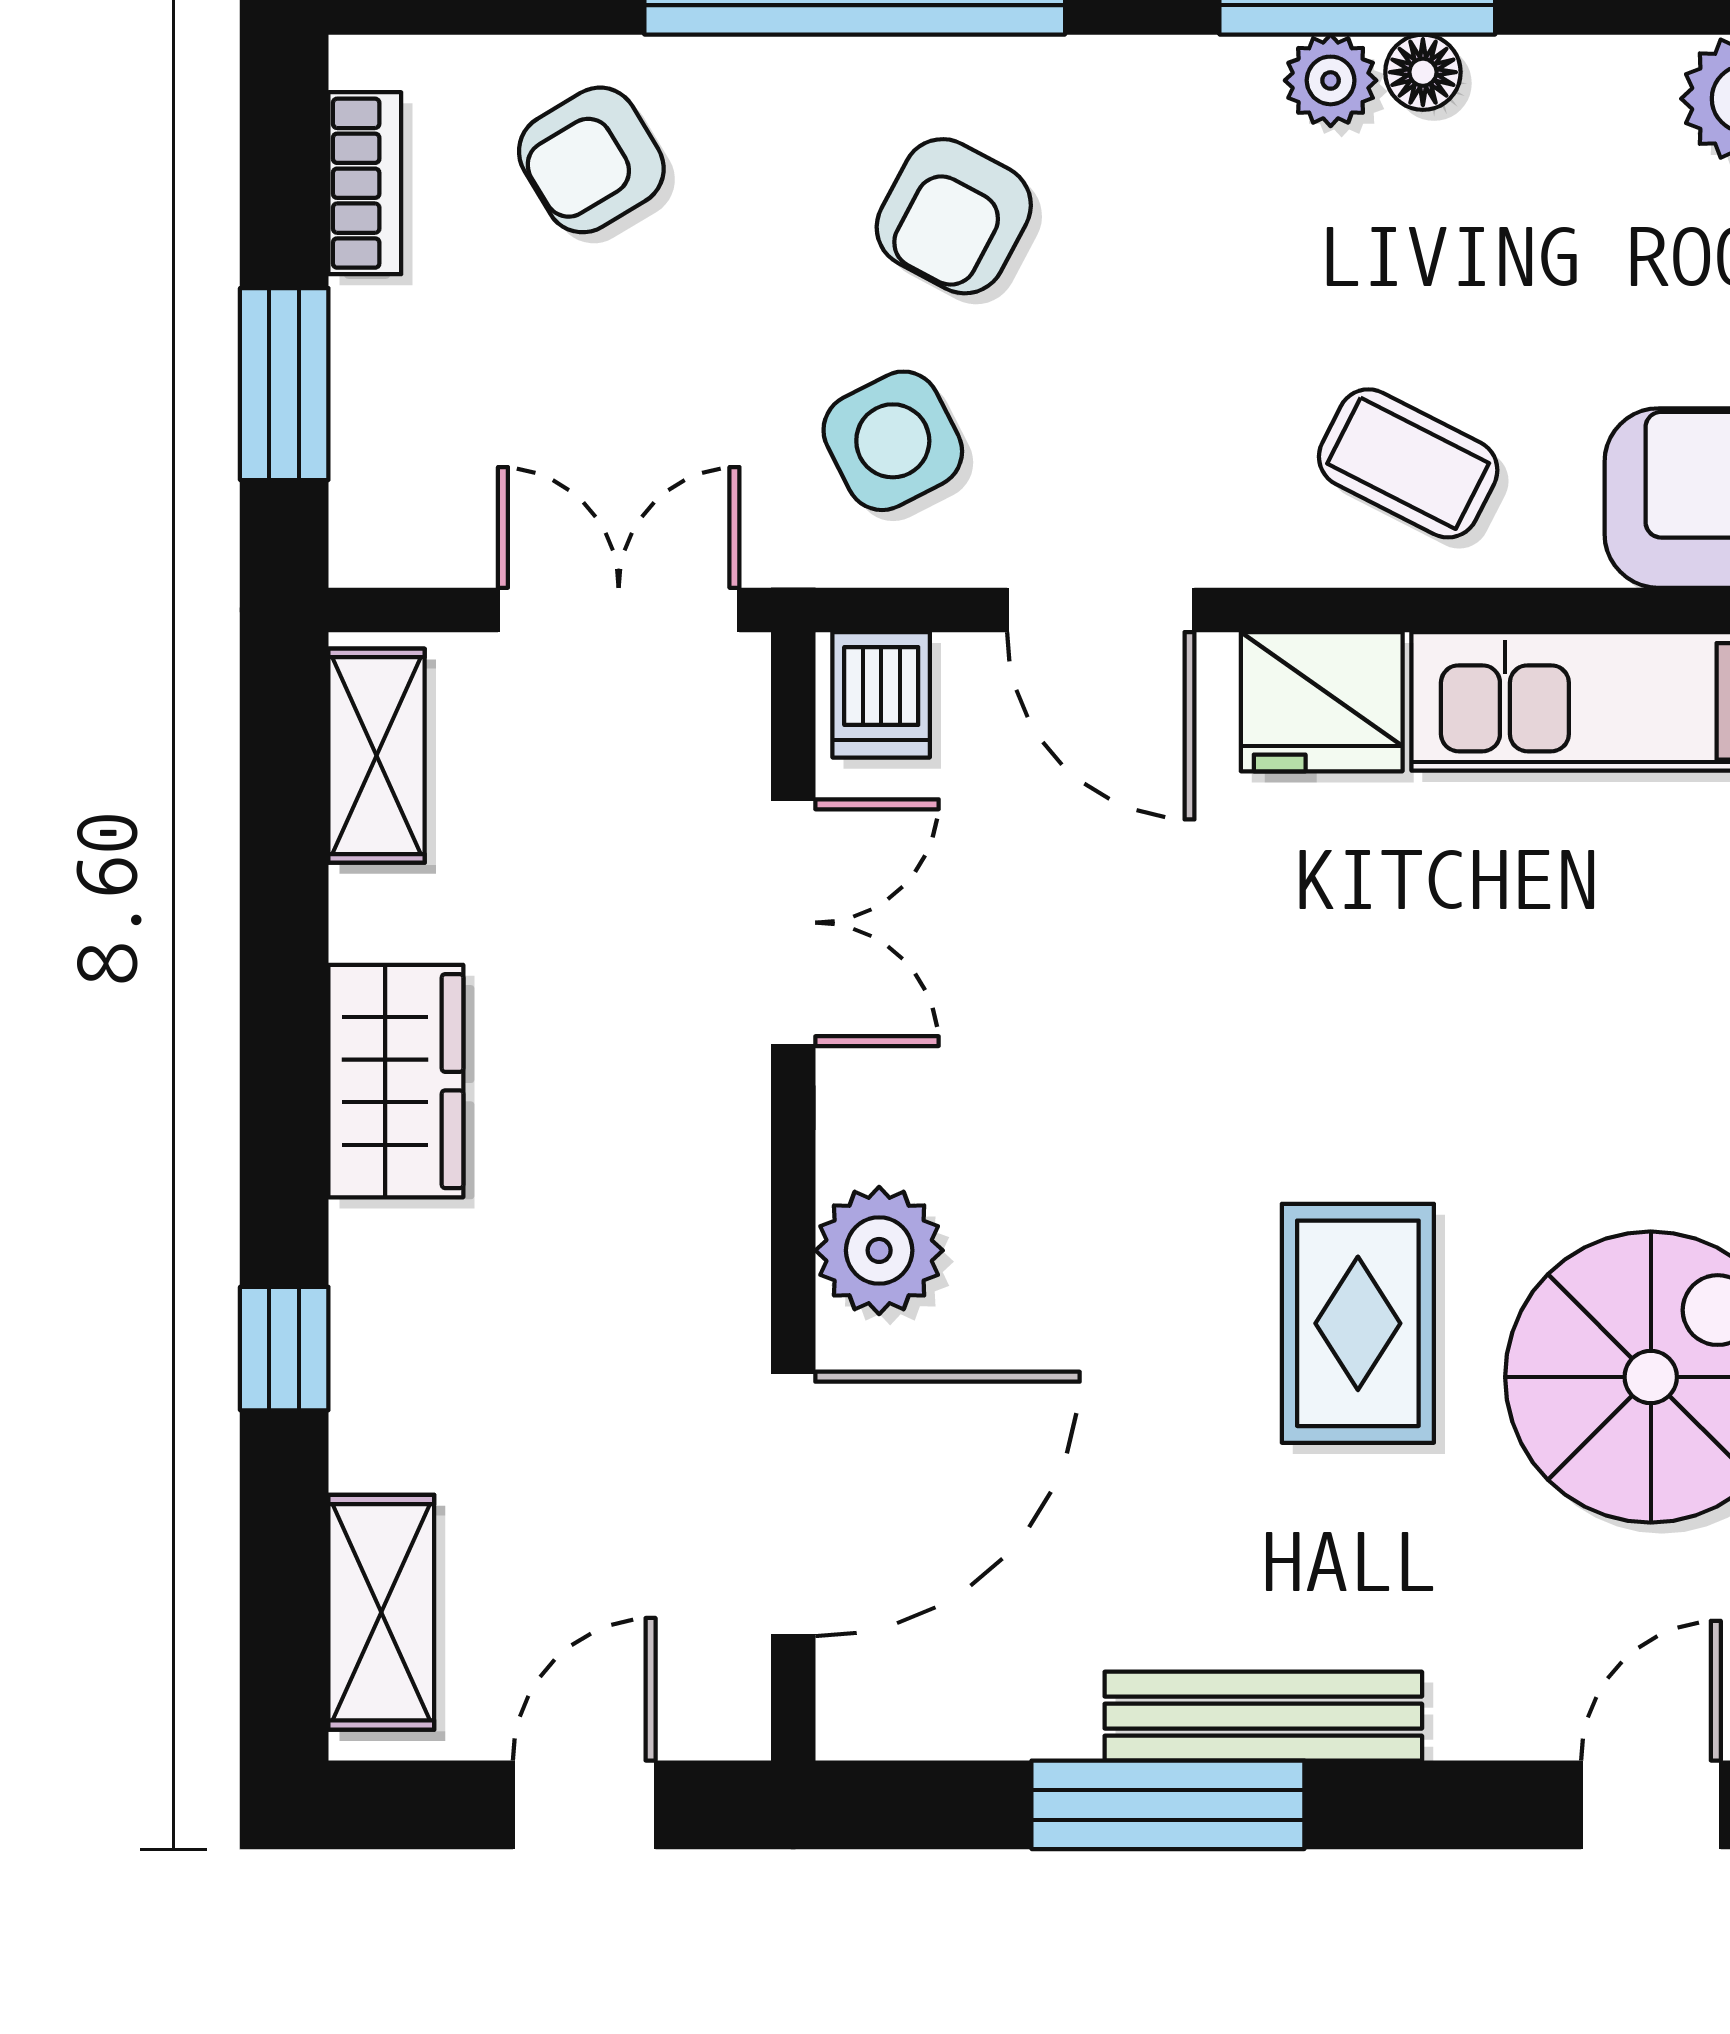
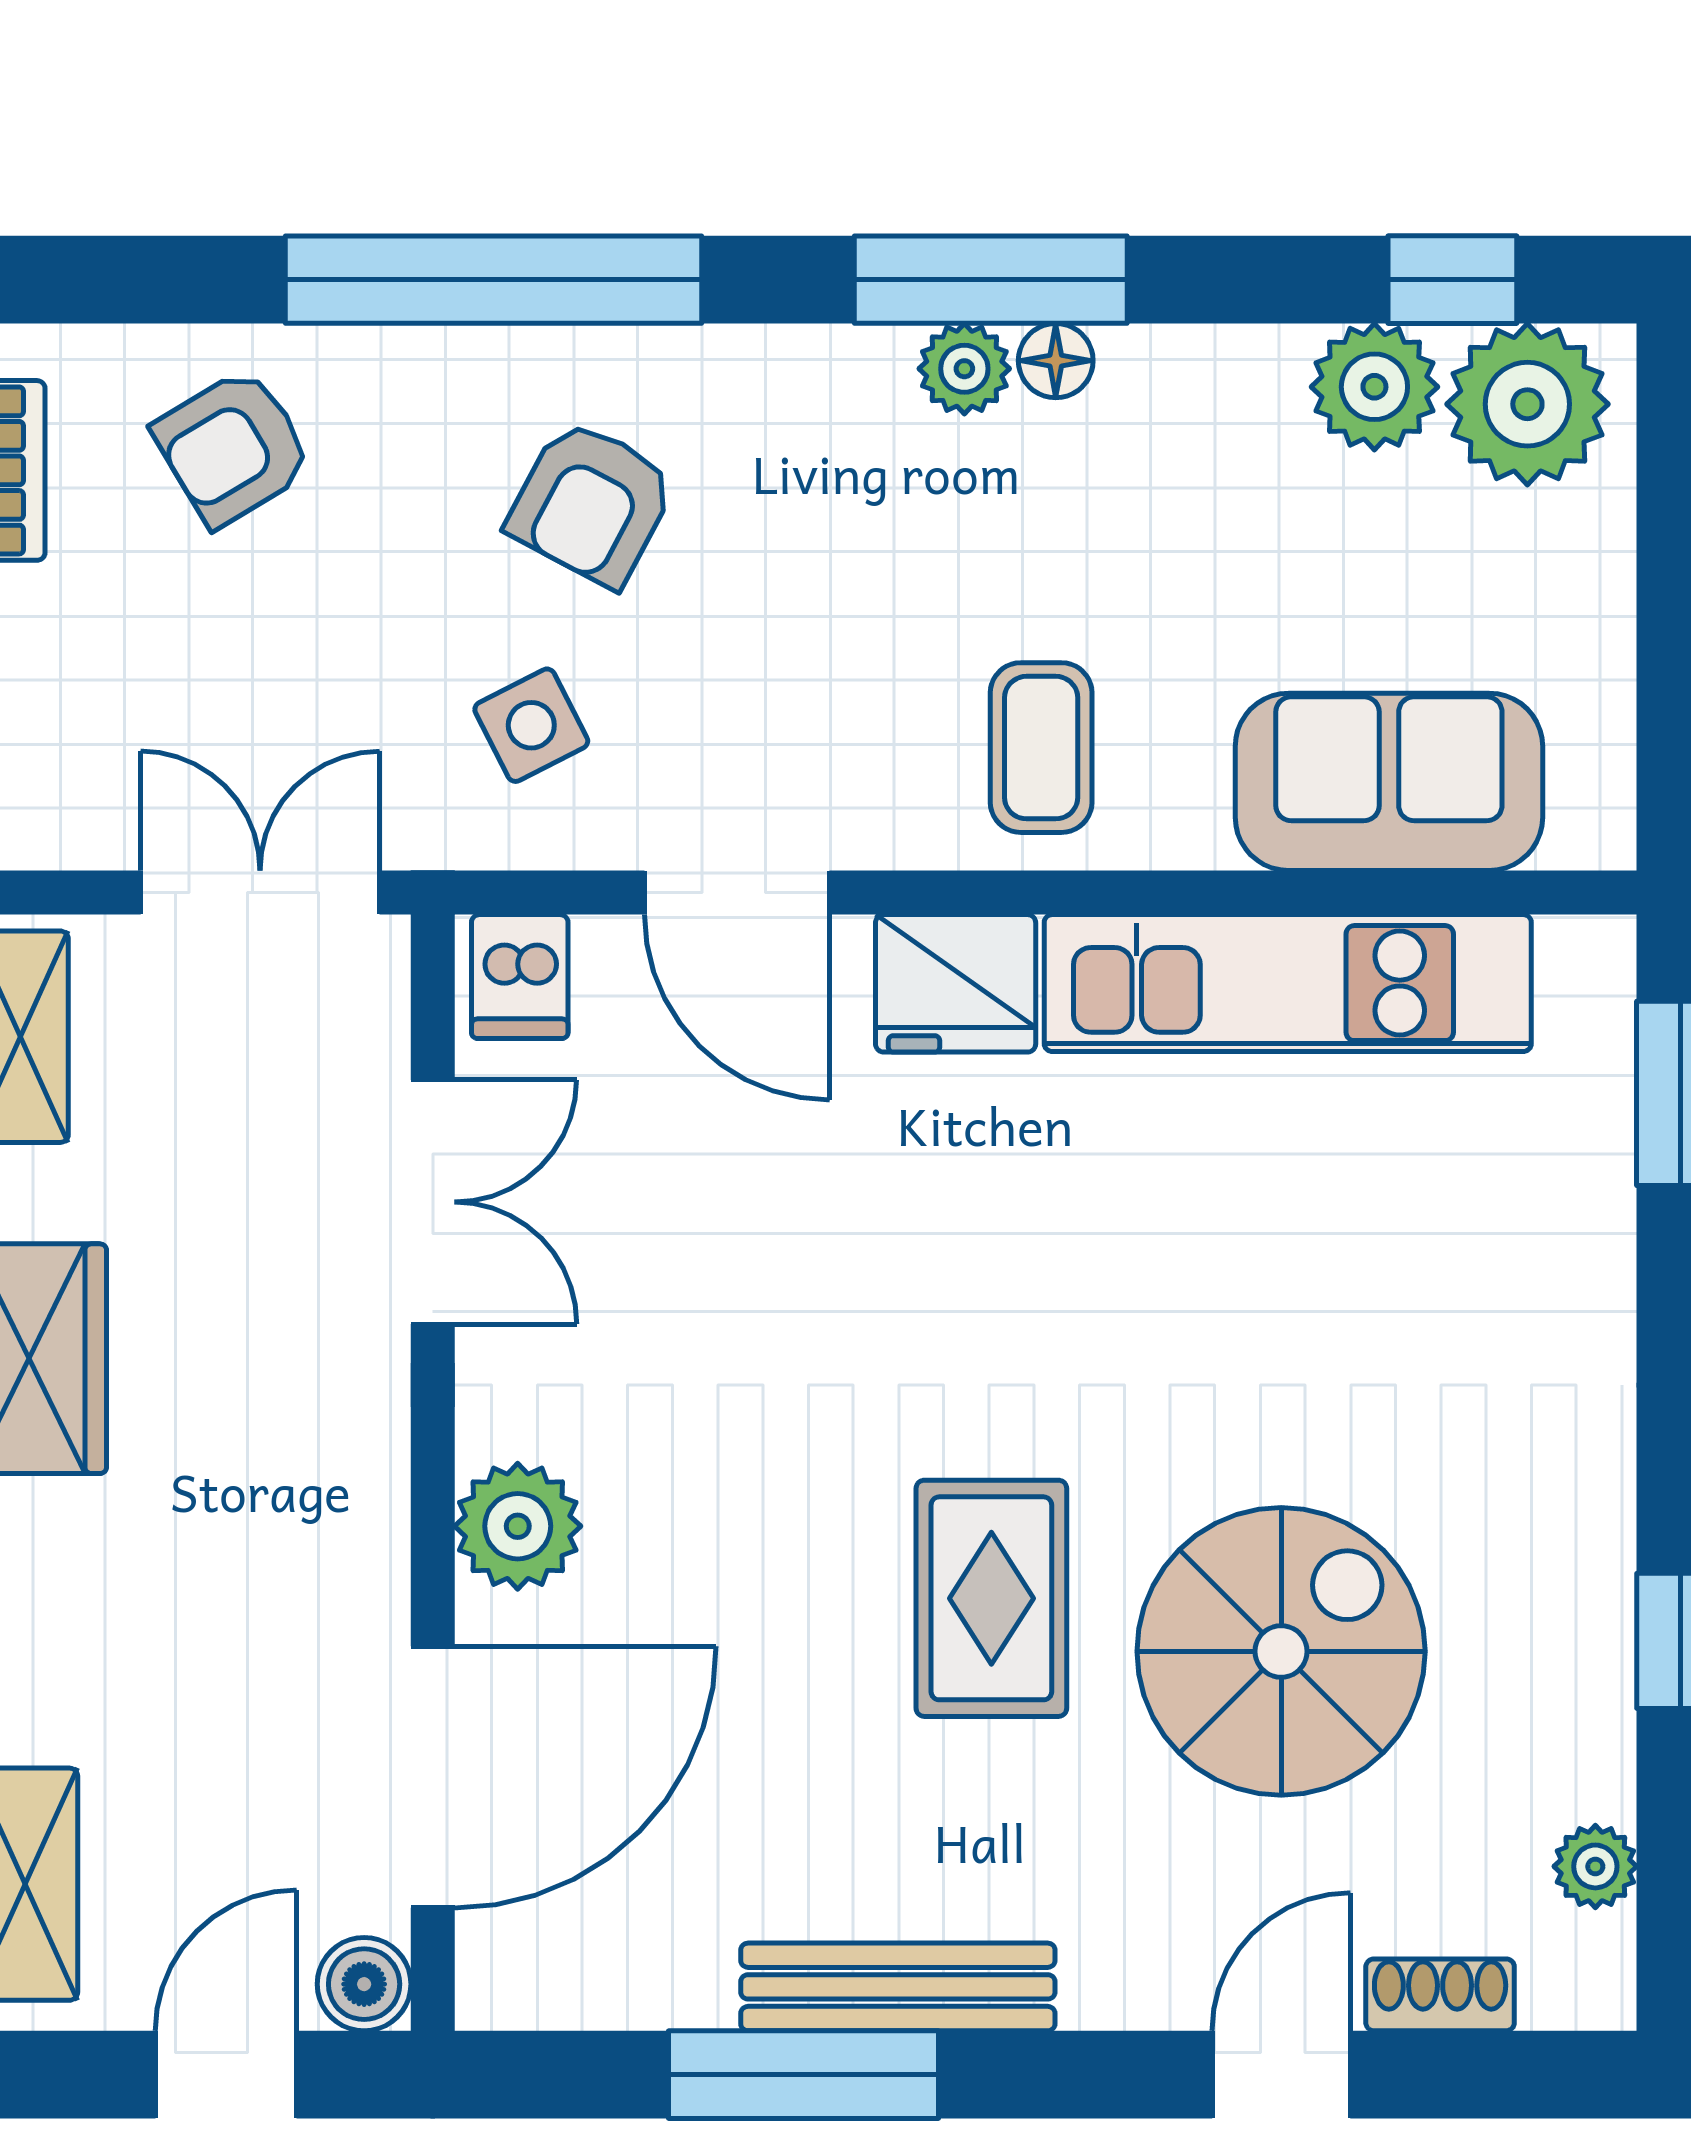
side table: (893, 441) -> (531, 725), width x0.73, depth x0.73
coffee table: (1408, 463) -> (1041, 748), turned 63
boiler: (724, 1713) -> (364, 1984), added

